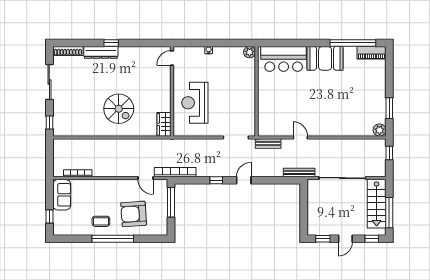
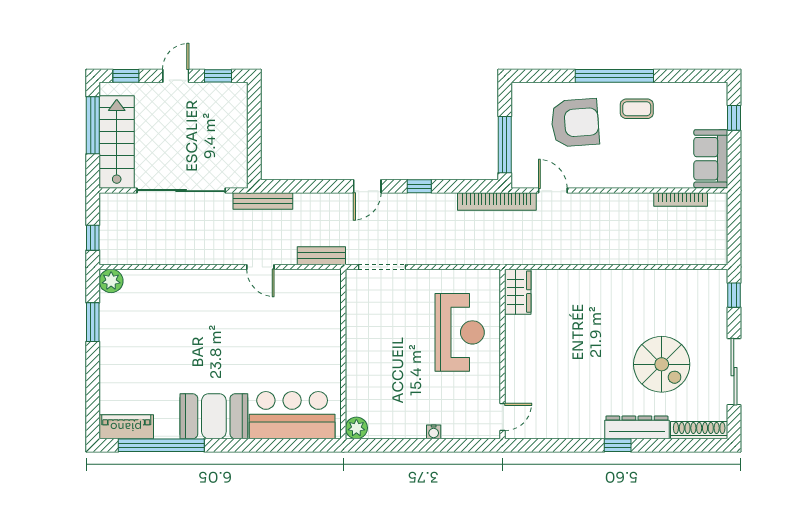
spiral stairs: (119, 109) -> (662, 364), moved, turned 180

